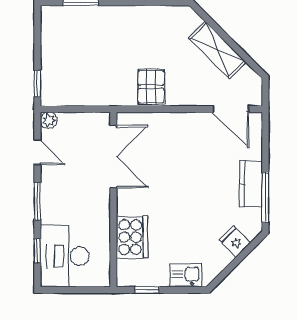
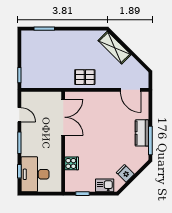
shelving: (217, 50) -> (115, 48), moved
pallet: (151, 87) -> (85, 77), turned 90
plant: (49, 120) -> (26, 96), removed
cooker: (132, 237) -> (72, 163), width x0.53, depth x0.76
fridge: (235, 241) -> (125, 173), moved

